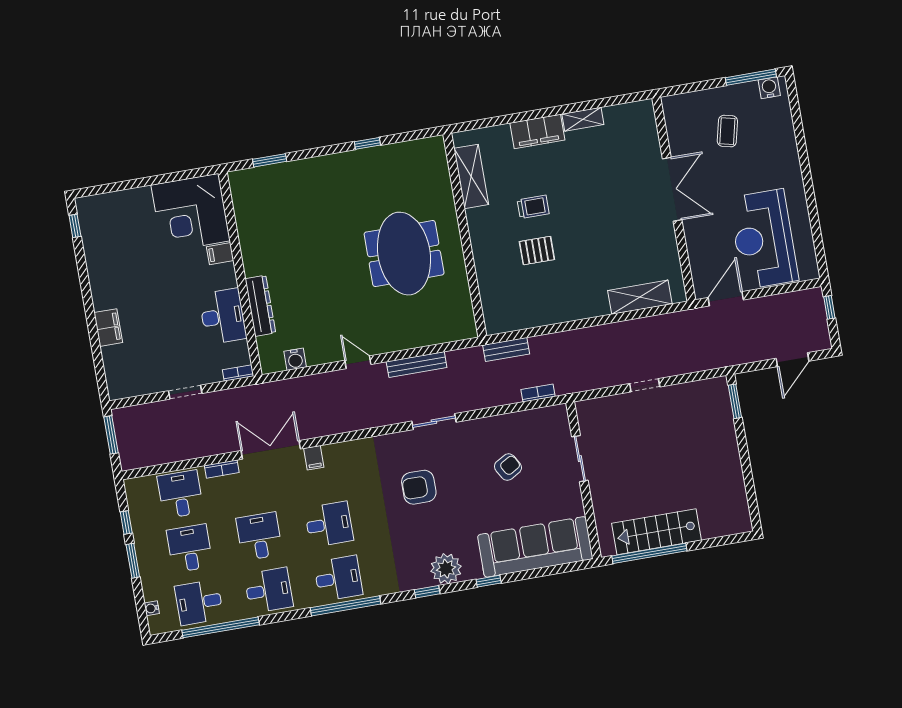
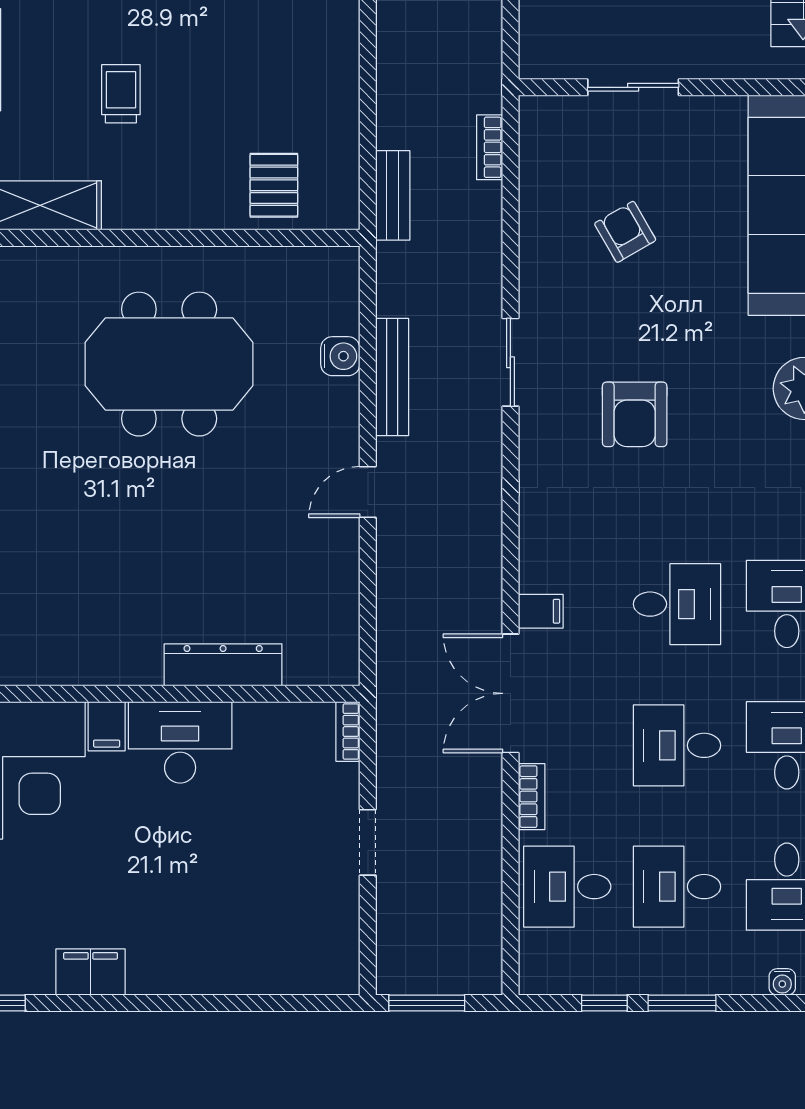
pallet: (537, 251) -> (274, 185), moved
desk: (223, 316) -> (180, 742), moved
filing cabinet: (108, 328) -> (91, 972), moved
water cooler: (295, 359) -> (340, 356), moved
desk: (329, 524) -> (677, 604), turned 90

